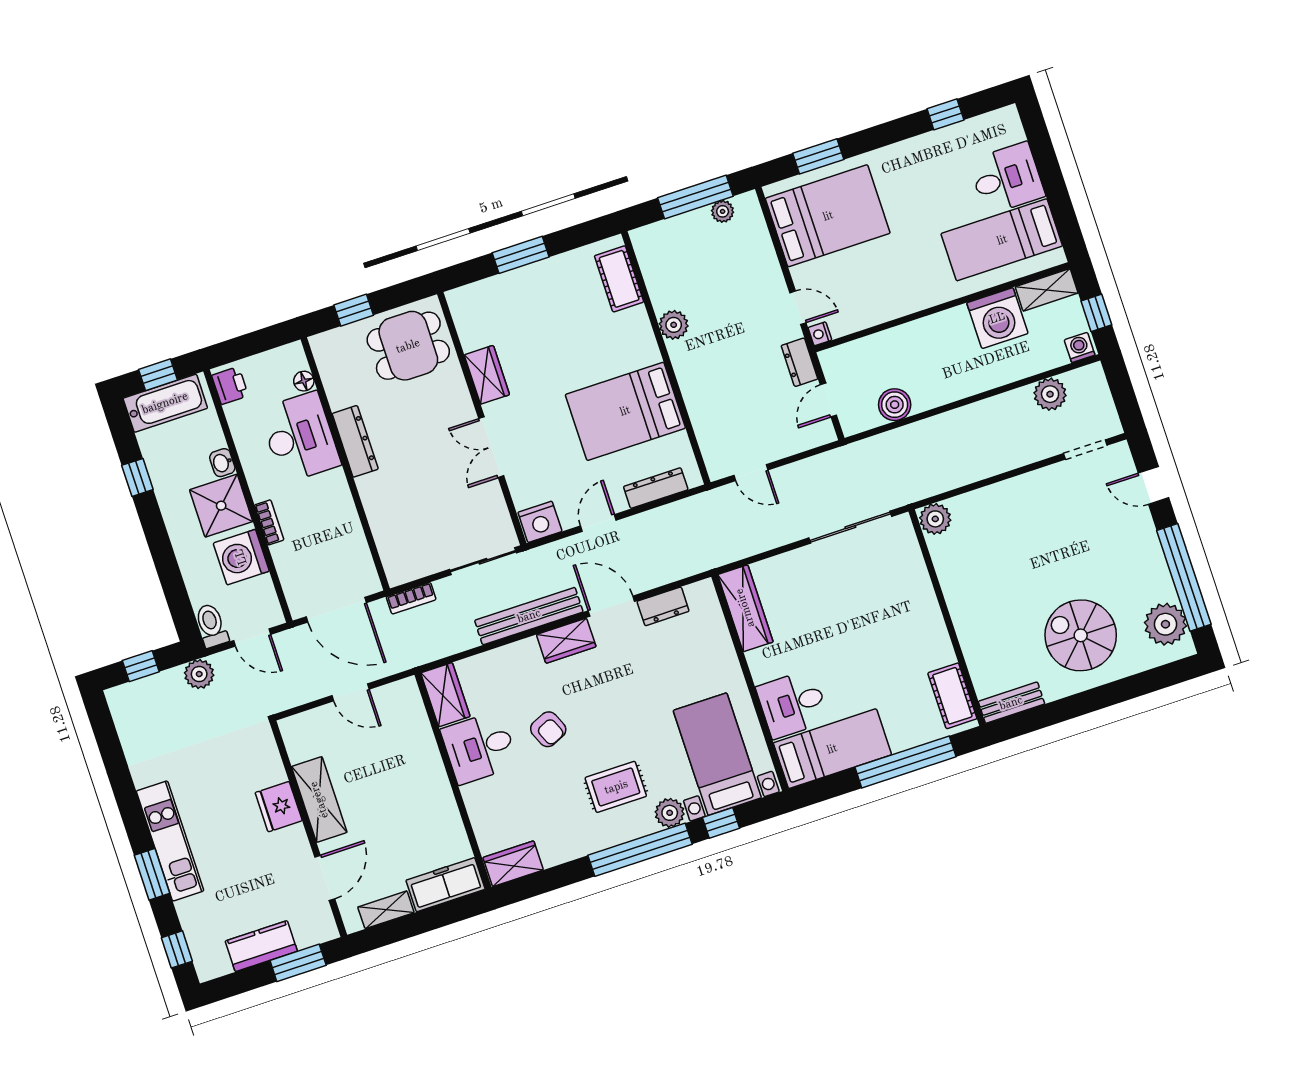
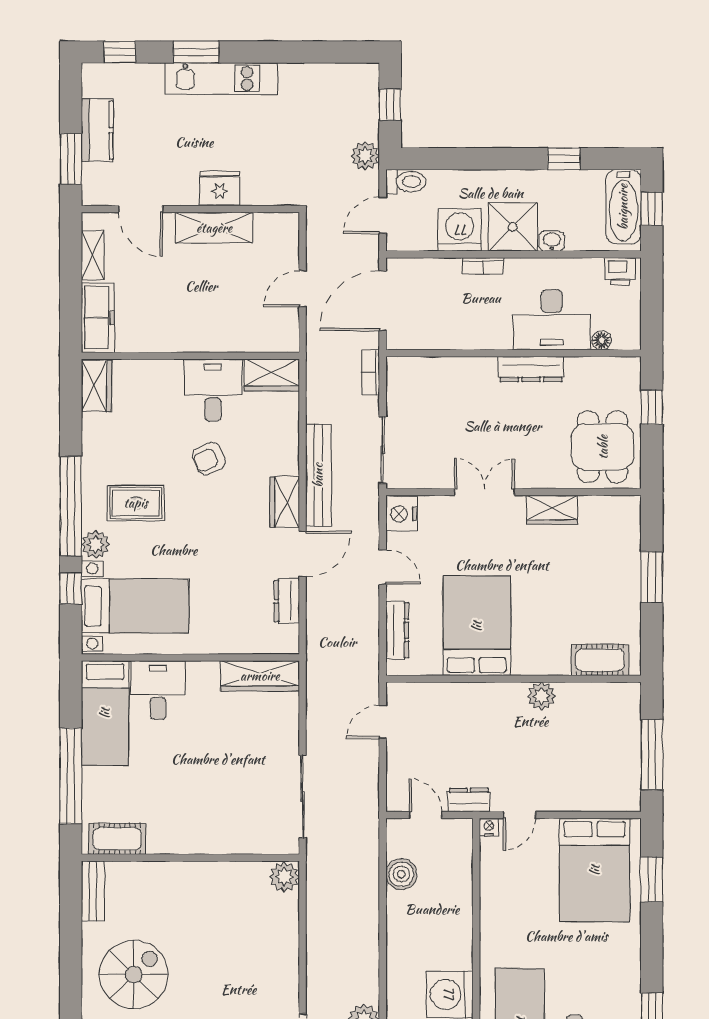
plant: (723, 211) -> (630, 775), removed
rug: (616, 787) -> (136, 503), turned 90

